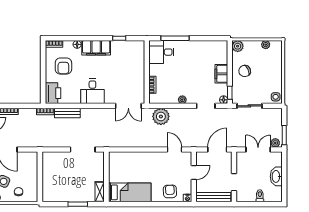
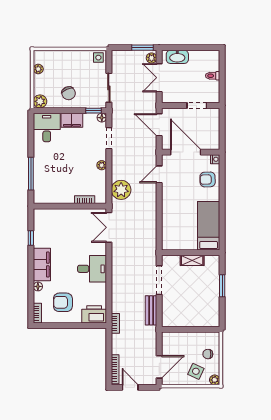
desk: (161, 52) -> (47, 127), moved, turned 180
armchair: (63, 66) -> (63, 302), turned 180
double door: (128, 106) -> (109, 227), swing flipped
bench: (67, 113) -> (151, 310), moved
door: (194, 173) -> (186, 152), width x1.88
washbasin: (276, 176) -> (177, 57), moved
shelving: (100, 192) -> (192, 260), moved
bench: (213, 197) -> (214, 129), removed

